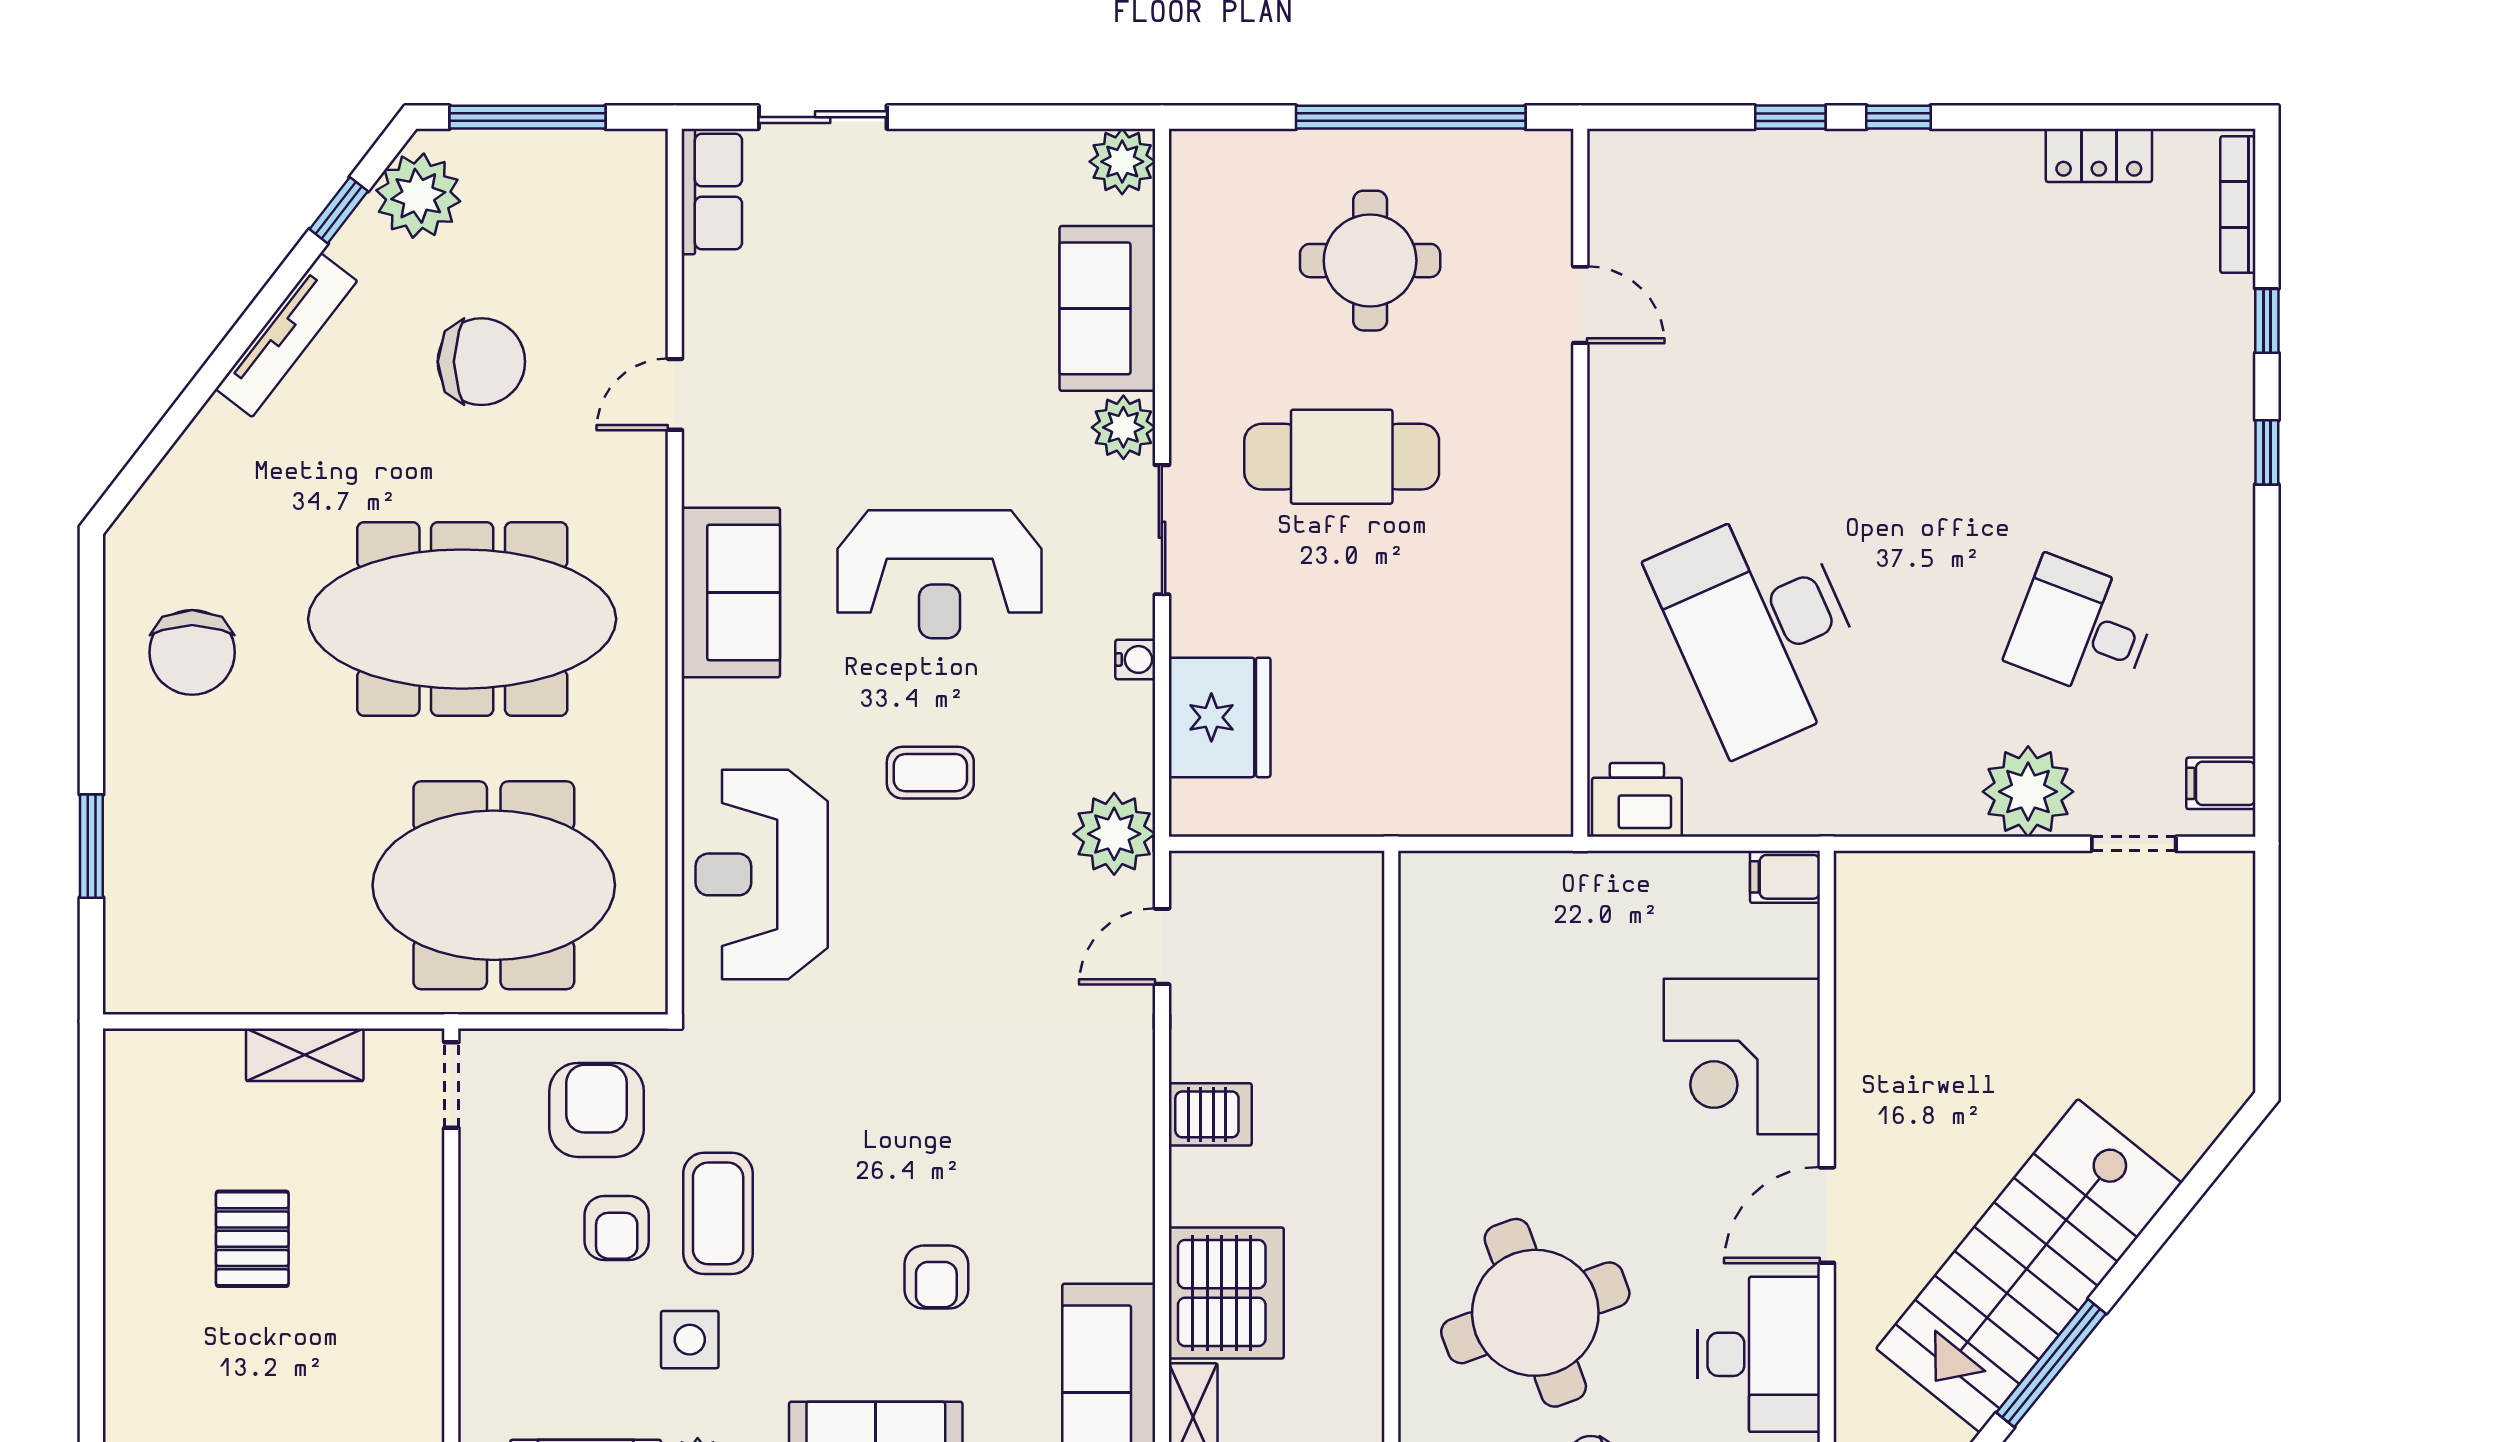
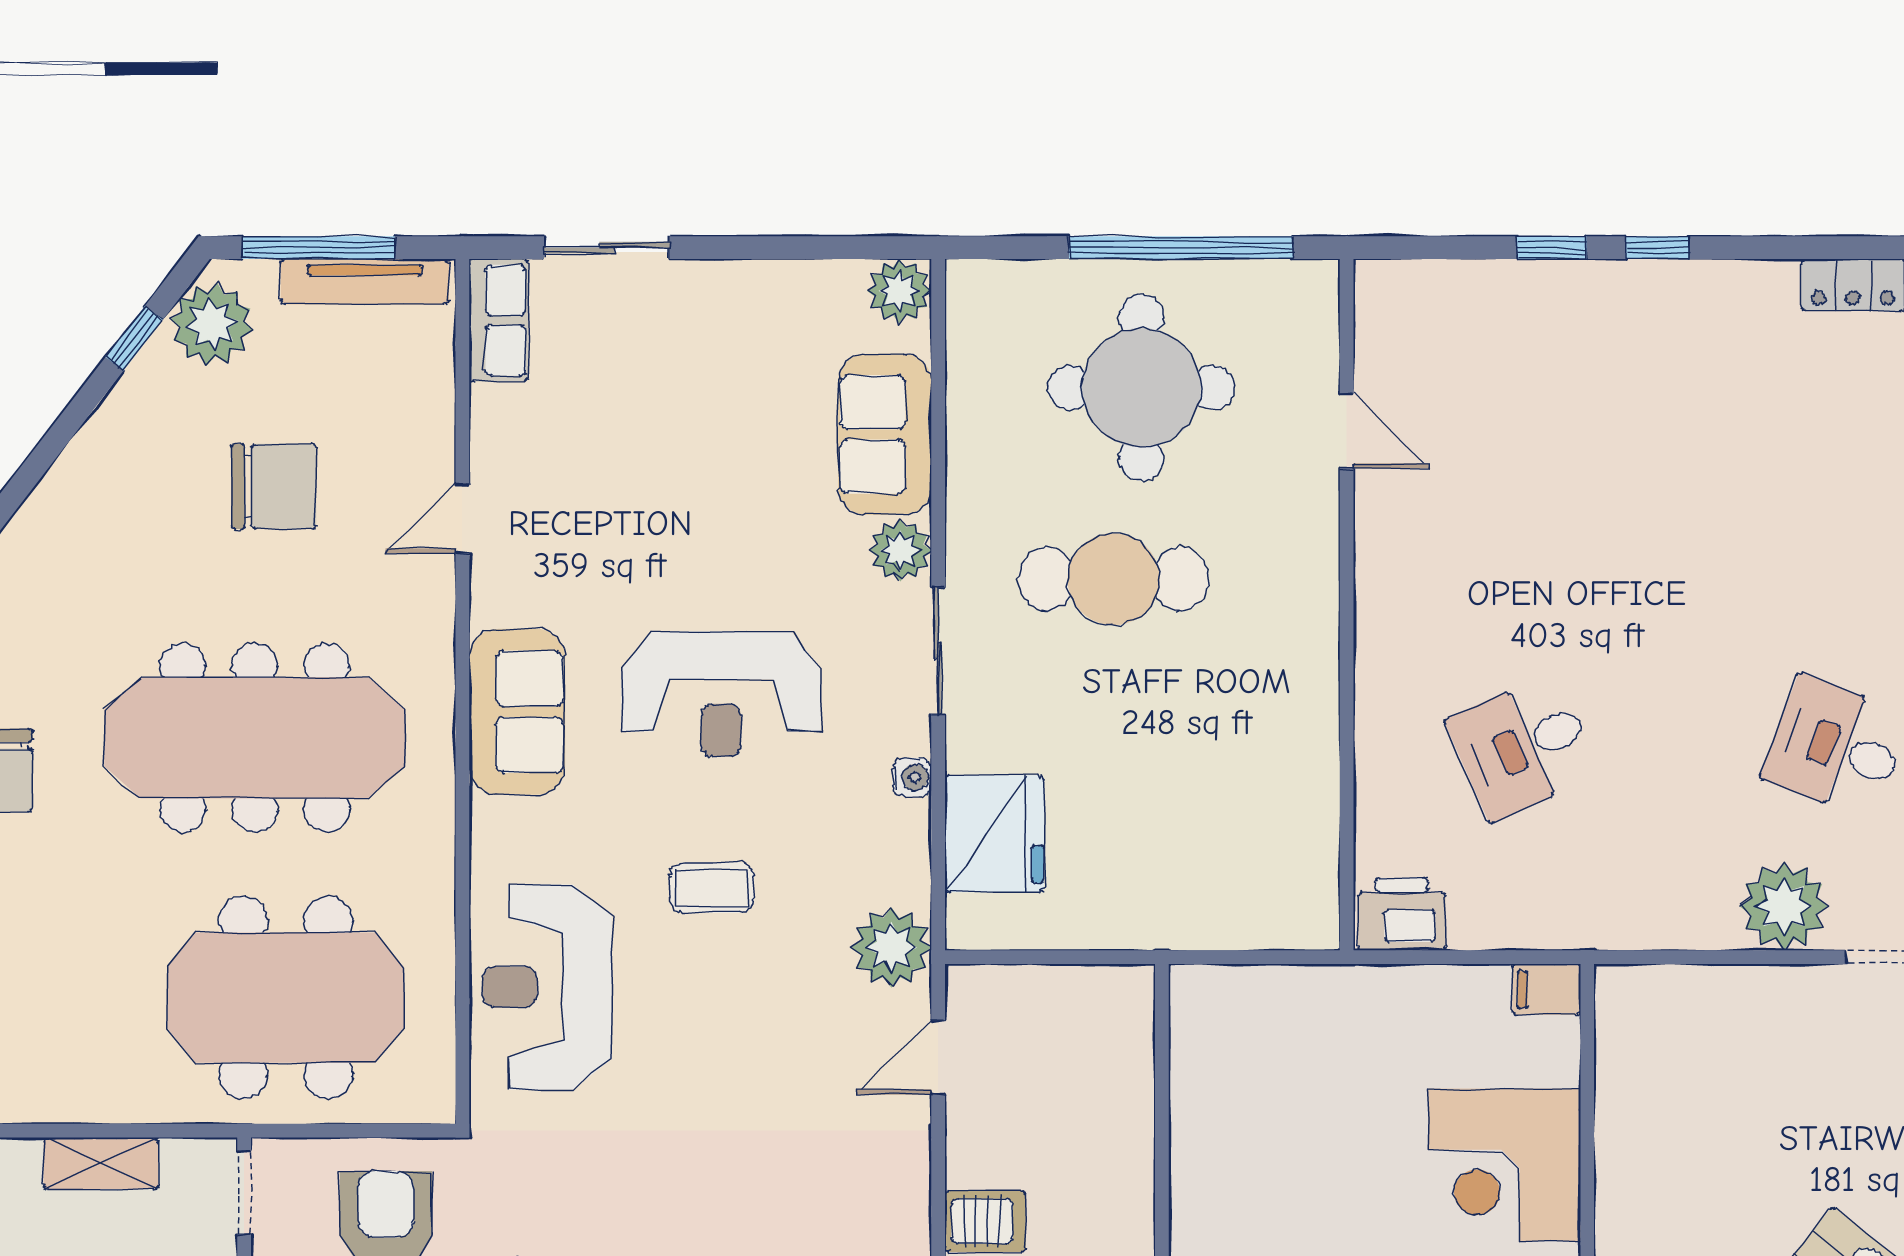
round table: (1370, 261) -> (1141, 388), width x1.36, depth x1.36
tv unit: (286, 335) -> (365, 282), moved, turned 52
desk: (1761, 629) -> (1523, 747), width x0.53, depth x0.77

